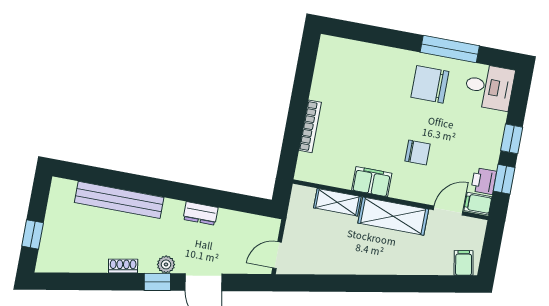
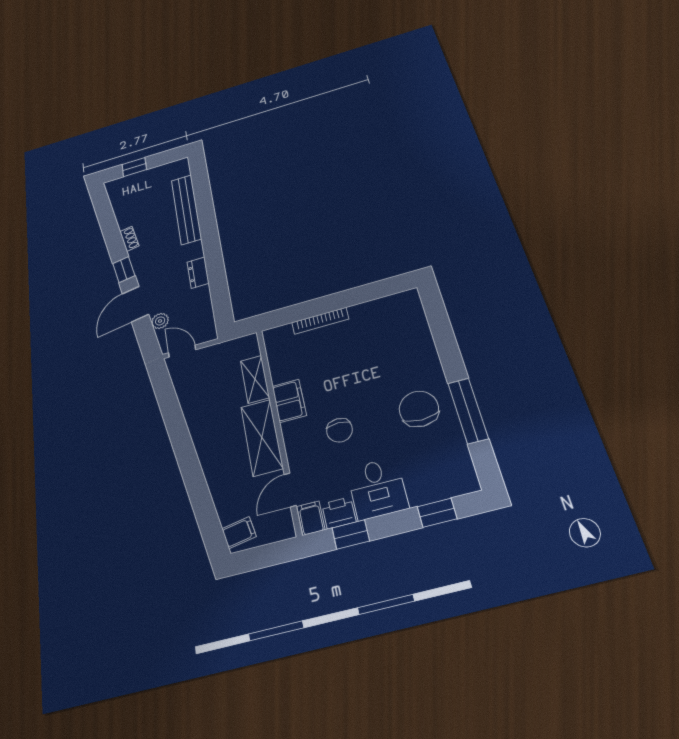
desk: (489, 87) -> (377, 488), moved
window: (512, 139) -> (437, 513), moved
door: (448, 211) -> (290, 490), swing flipped
plant: (166, 264) -> (160, 321), moved

